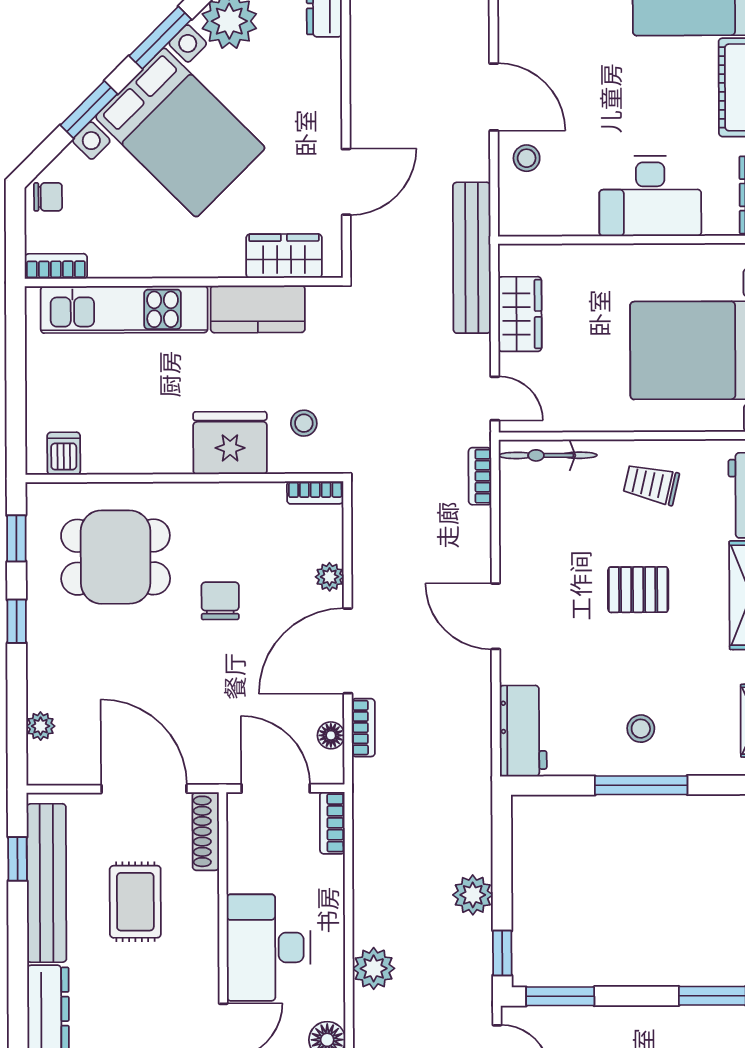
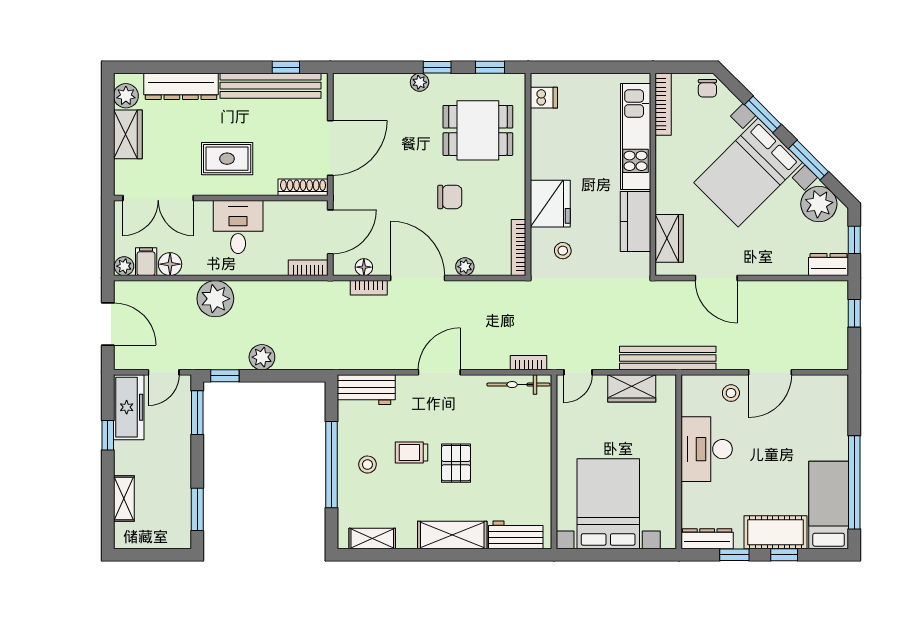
desk: (650, 196) -> (707, 449), moved
bookcase: (56, 266) -> (663, 104), width x1.56
bicycle: (548, 455) -> (518, 385), moved, turned -90
trolley: (651, 484) -> (412, 452), moved, turned -103
bookcase: (315, 493) -> (519, 248), width x1.56
dining table: (116, 557) -> (478, 130), turned 90
plant: (41, 726) -> (420, 82), moved
window: (641, 785) -> (331, 465), width x1.46
rug: (135, 902) -> (227, 159), moved
desk: (269, 948) -> (238, 227), width x0.73
plant: (374, 968) -> (215, 299), width x1.36, depth x1.36

